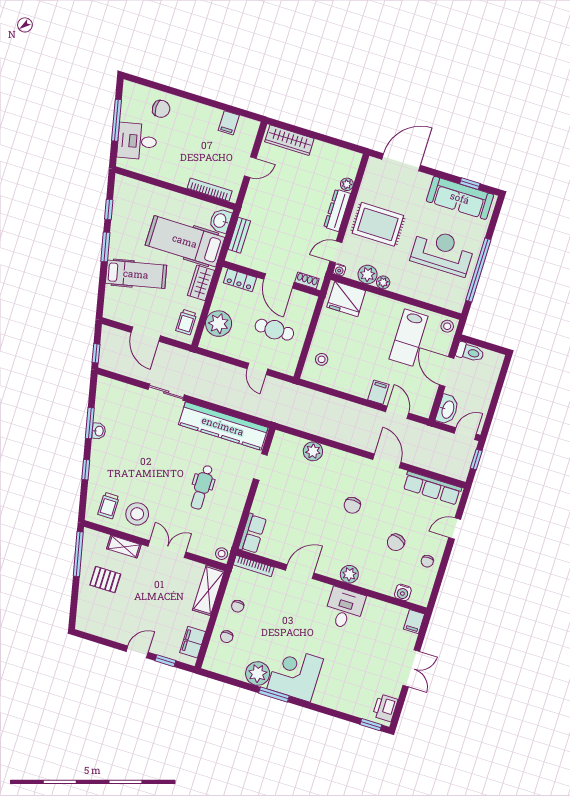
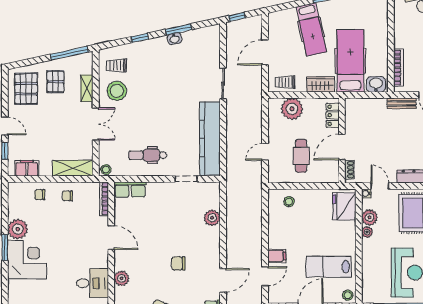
bench: (239, 235) -> (402, 103), moved
dental chair: (202, 487) -> (148, 155), moved
pallet: (103, 615) -> (26, 89), added

